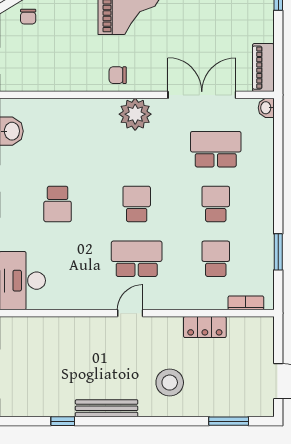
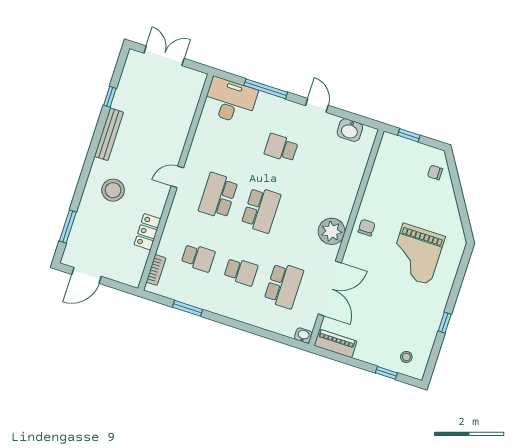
school desk: (137, 204) -> (261, 210), width x1.85
school desk: (137, 259) -> (218, 196), turned 180
door: (130, 313) -> (177, 177), swing flipped

